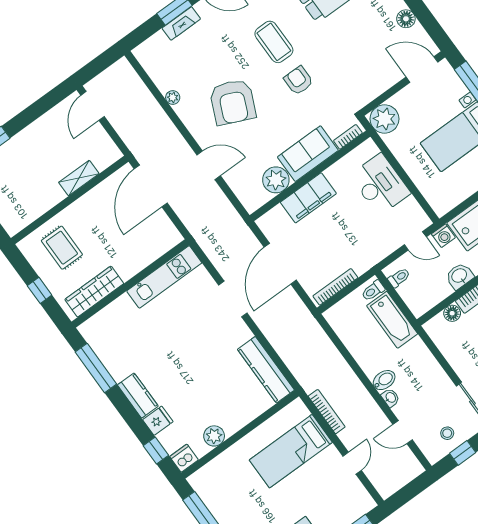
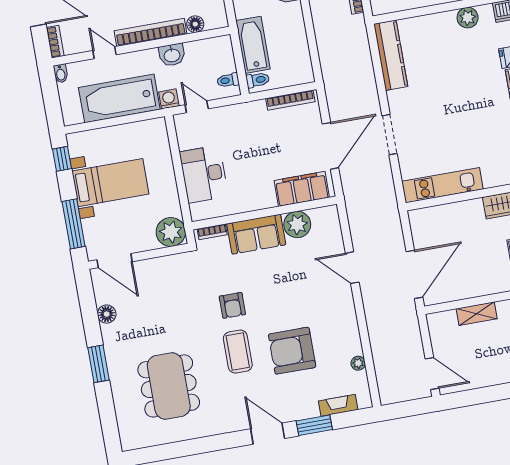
fireplace: (181, 24) -> (338, 405), moved
plant: (173, 97) -> (358, 363), moved
armchair: (233, 102) -> (292, 351), moved, turned -114
door: (93, 106) -> (432, 374), hinge flipped
filing cabinet: (308, 198) -> (302, 189), moved

